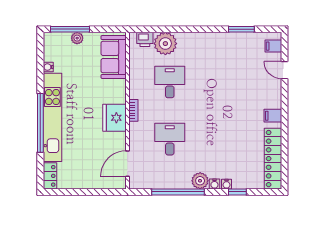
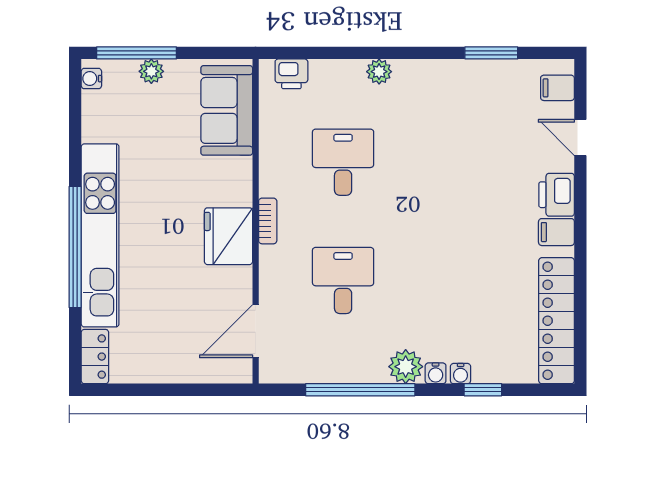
plant: (165, 44) -> (379, 72), moved, width x0.53, depth x0.53
water cooler: (48, 67) -> (91, 79), moved
printer: (273, 98) -> (557, 195), added

